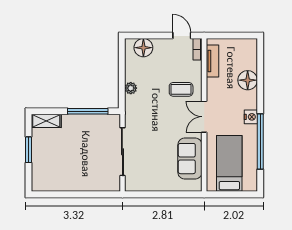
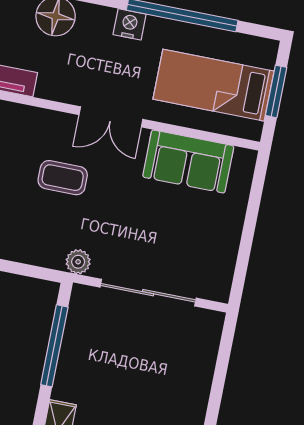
plant: (131, 88) -> (78, 262), moved
coffee table: (181, 89) -> (63, 178), moved, turned 90
window: (232, 194) -> (276, 91), added

